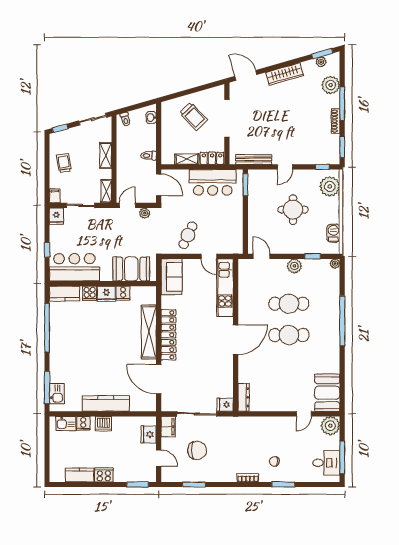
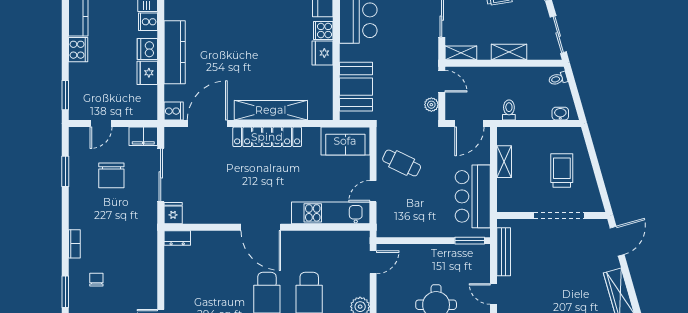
trolley: (194, 116) -> (562, 171), turned 134
locker: (212, 158) -> (505, 196), removed
cooker: (123, 293) -> (174, 111), moved, turned 180
dresser: (244, 397) -> (177, 238), width x0.70
fridge: (149, 434) -> (147, 73), moved, turned -90

